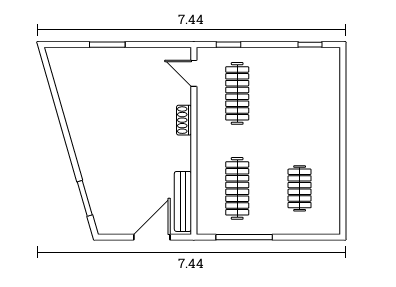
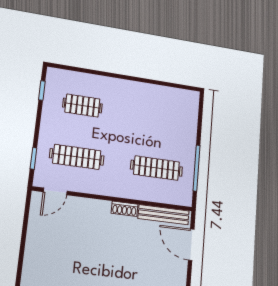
window: (107, 45) -> (20, 265), removed
shoe rack: (184, 120) -> (124, 209), moved
clothes rail: (300, 188) -> (82, 106), moved

